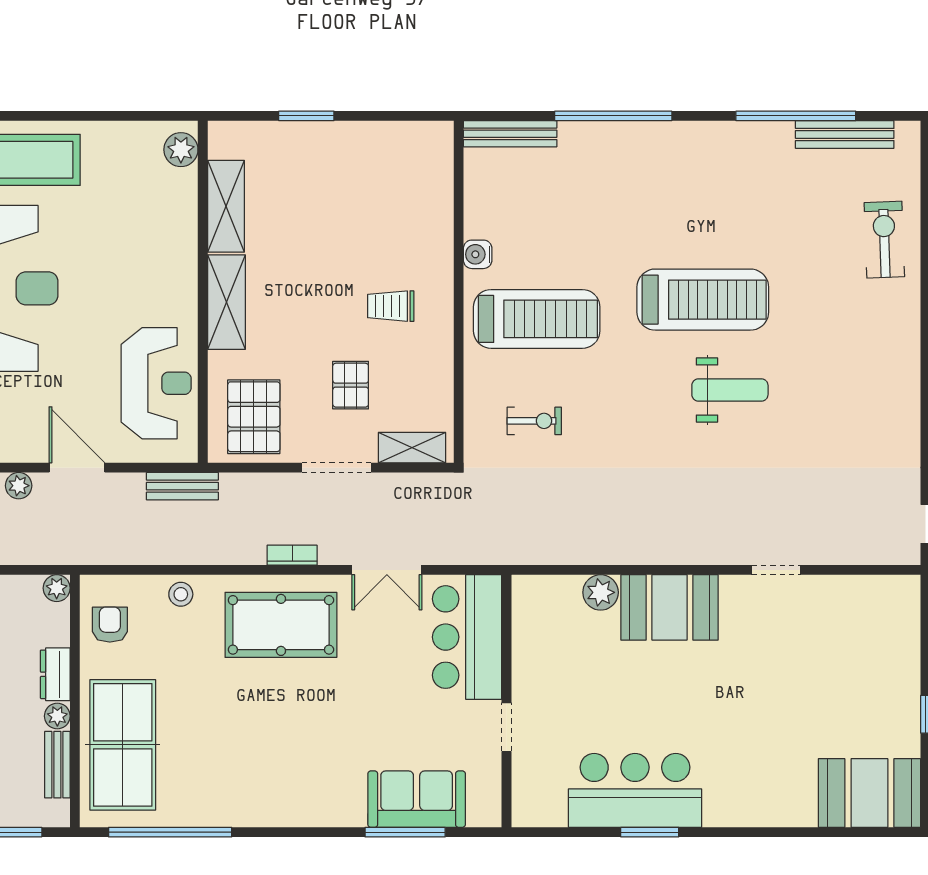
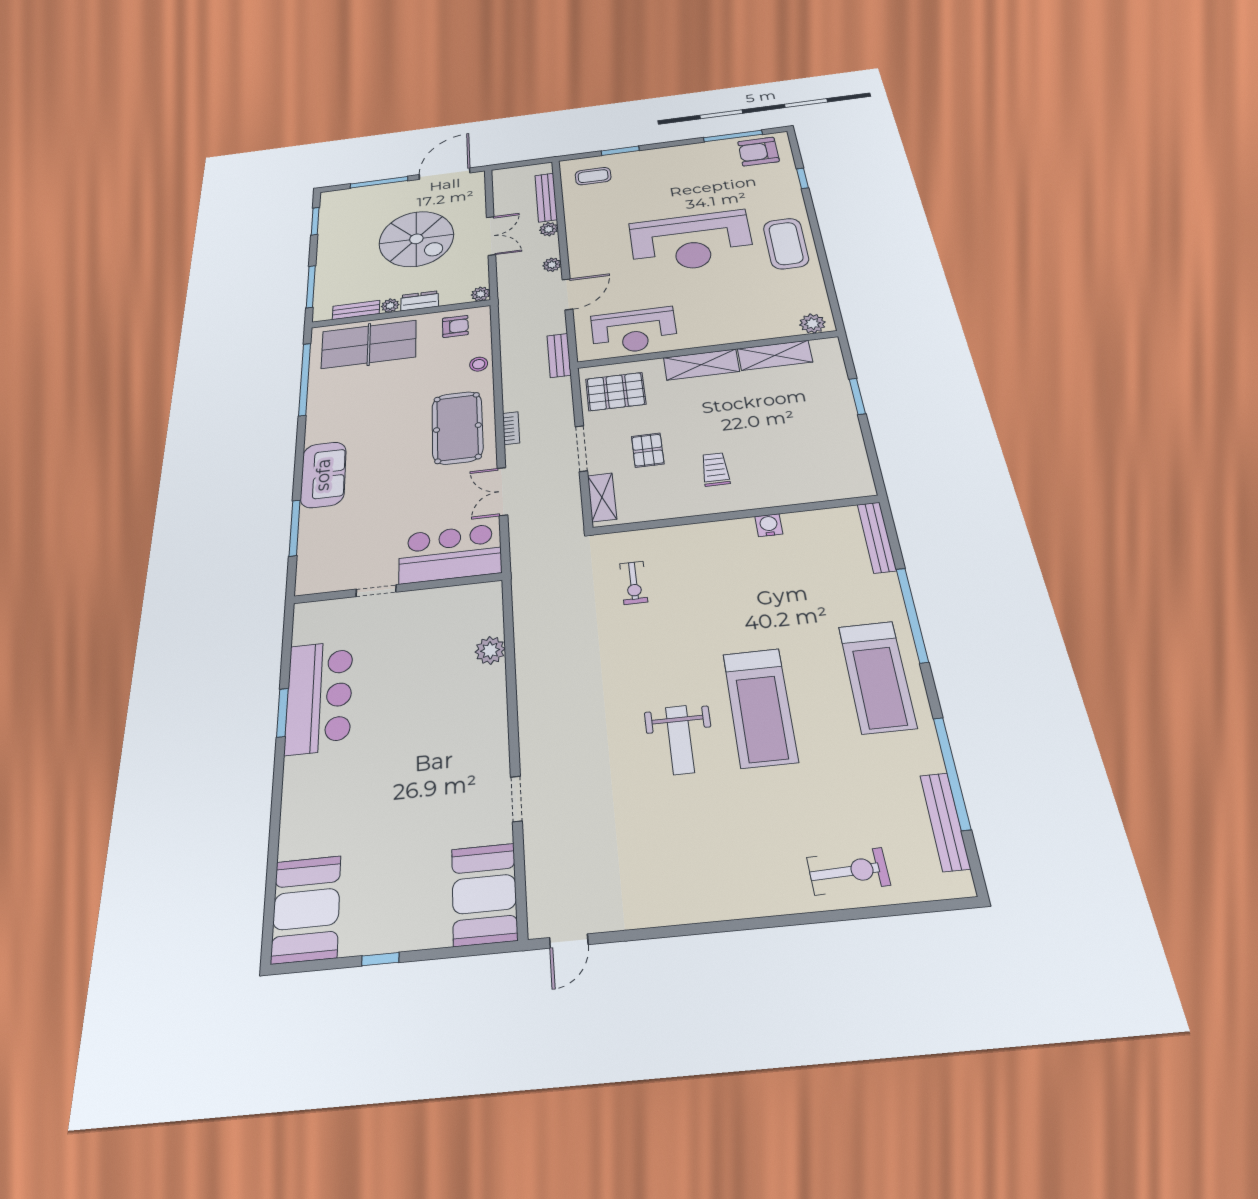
treadmill: (537, 319) -> (877, 677), moved
pallet: (351, 385) -> (648, 450), turned 90
booth: (669, 607) -> (484, 894), moved
sofa: (417, 799) -> (323, 475), moved

